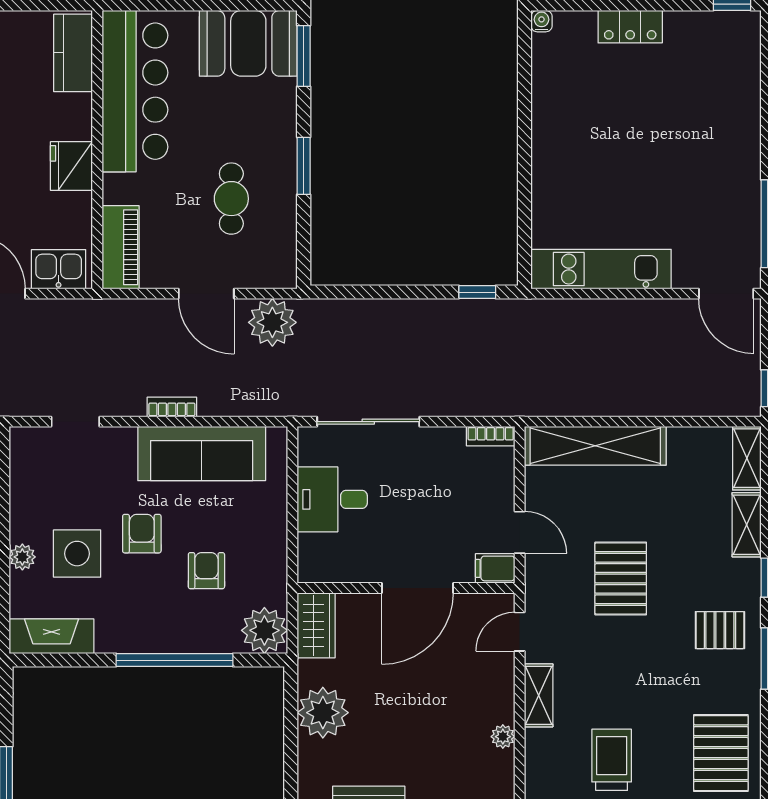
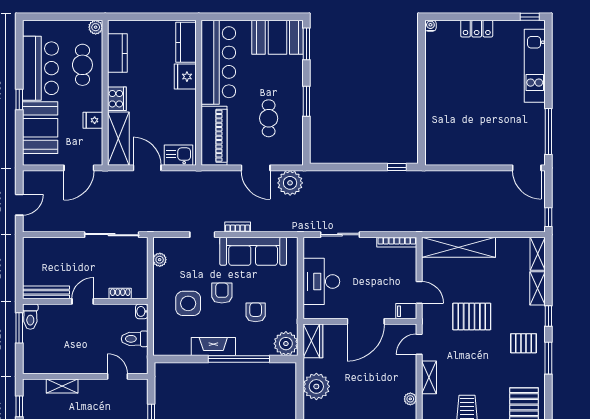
fridge: (71, 166) -> (185, 77), moved
piano: (121, 247) -> (214, 136), width x1.37, depth x1.33
kitchen unit: (601, 269) -> (535, 66), moved, turned -90
doorway: (75, 422) -> (202, 235), moved
sliding door: (368, 422) -> (340, 235), width x0.73
bookcase: (491, 436) -> (397, 242), width x1.56
desk: (332, 499) -> (321, 281), width x1.37
plant: (22, 557) -> (160, 260), moved
pallet: (621, 578) -> (472, 316), turned 90
fireplace: (52, 636) -> (213, 347), moved

